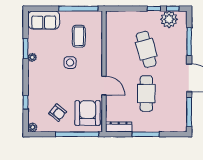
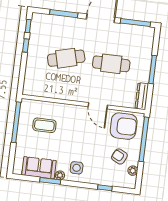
plant: (169, 19) -> (39, 31), removed
sofa: (44, 20) -> (39, 168), moved, turned -90
side table: (70, 62) -> (77, 168), moved
door: (104, 86) -> (98, 106), swing flipped
armchair: (58, 113) -> (119, 156), turned -103
armchair: (88, 113) -> (124, 126), turned 180
plant: (33, 127) -> (133, 171), moved

